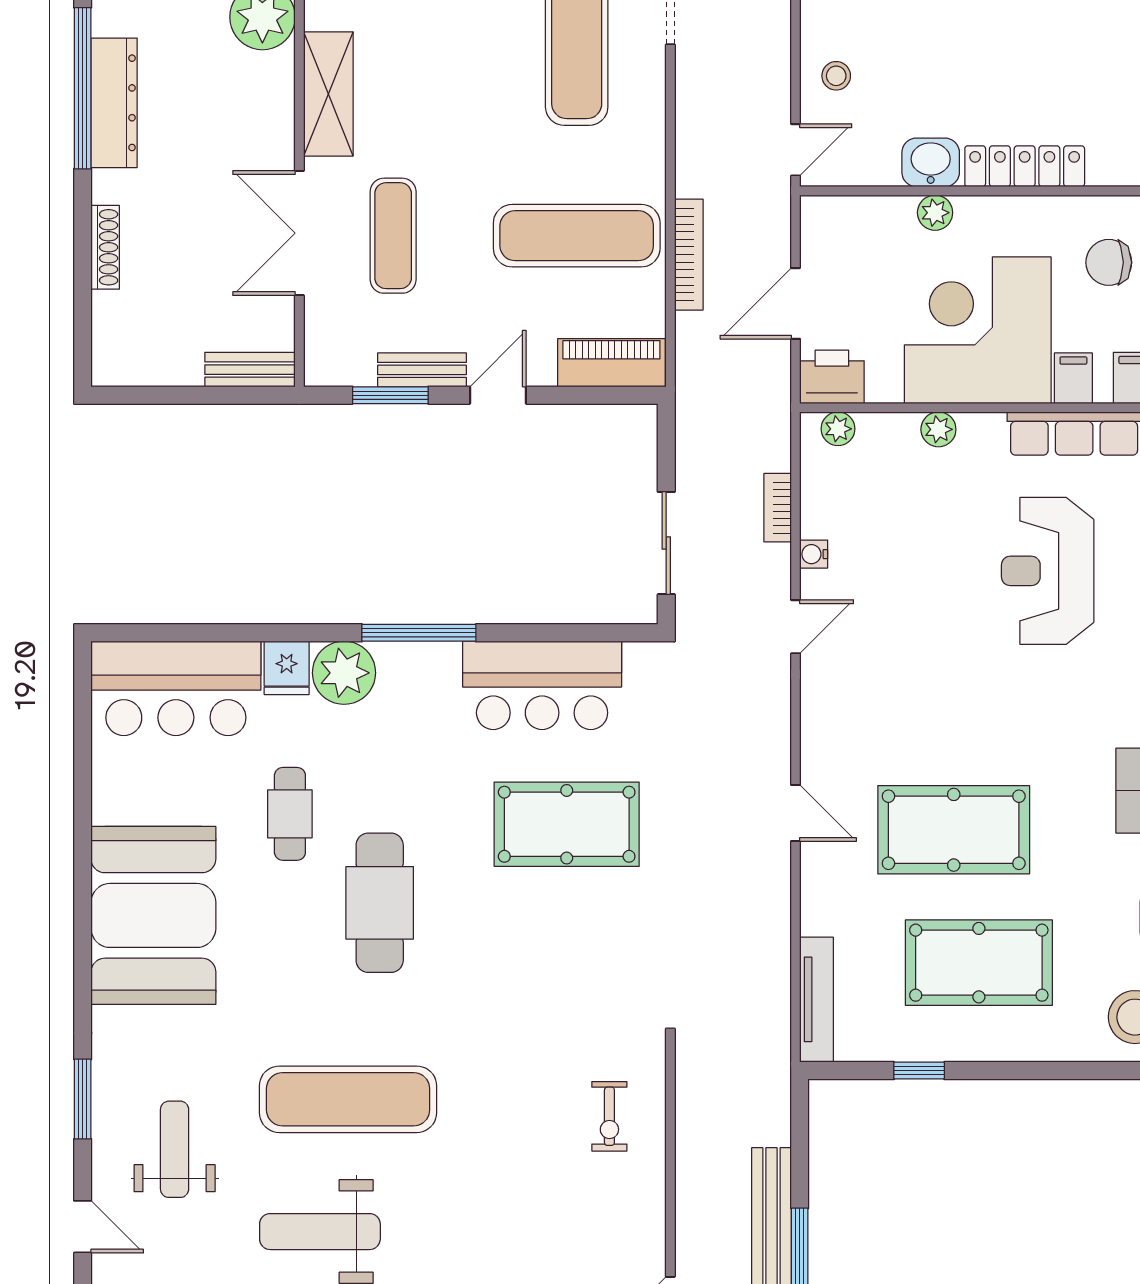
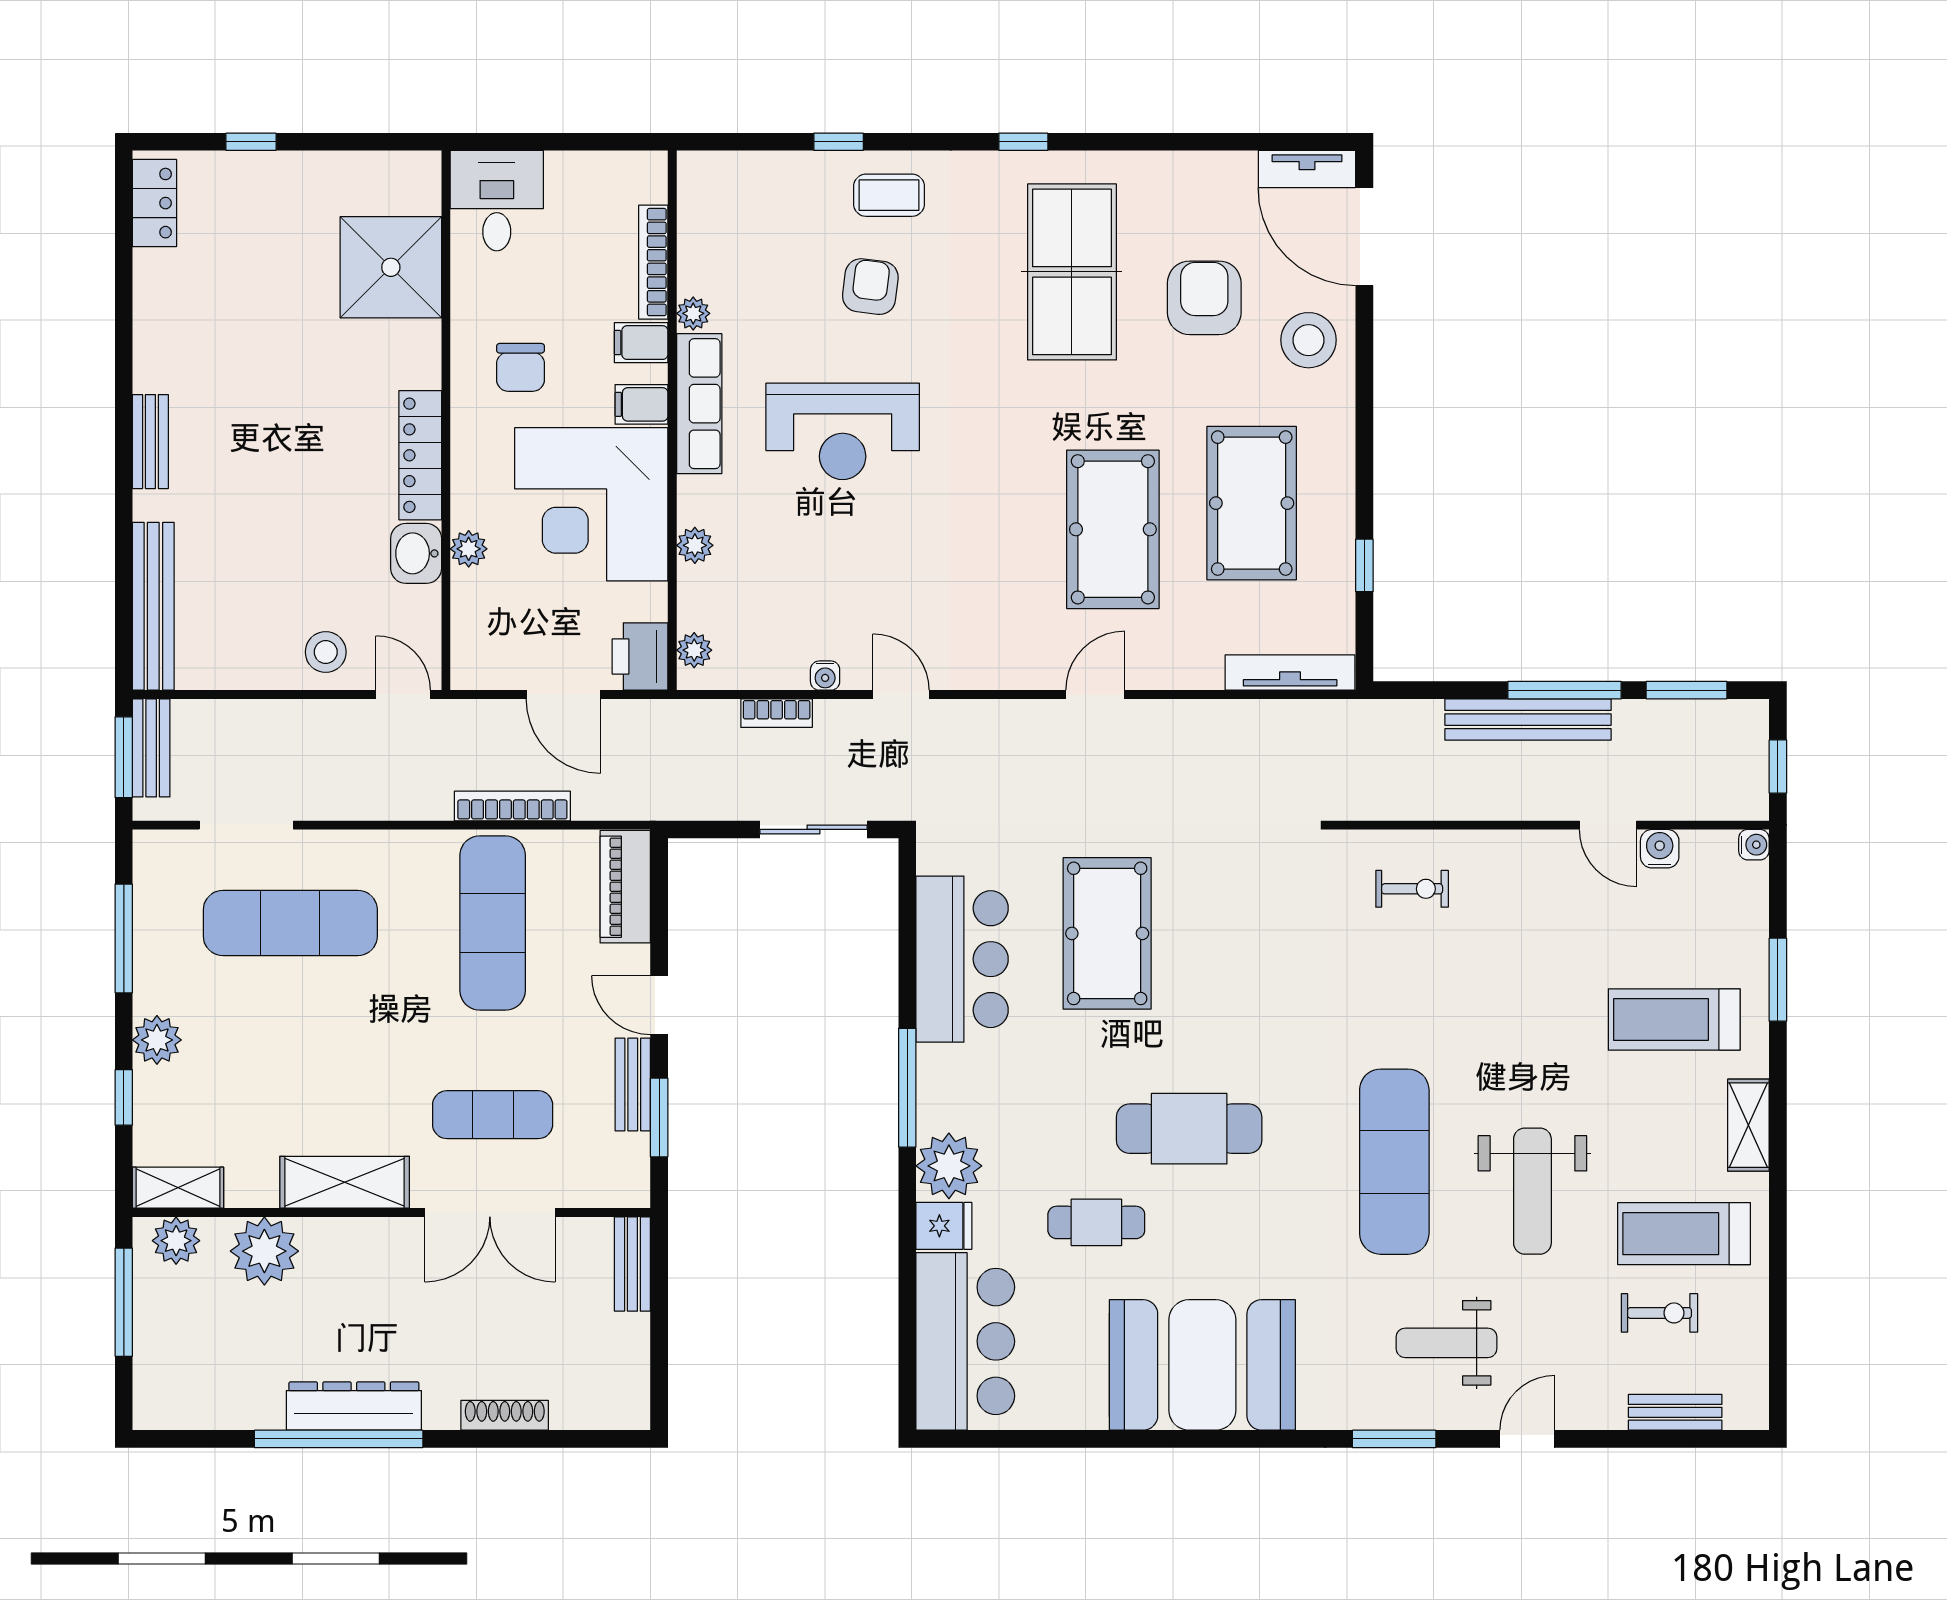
stool: (836, 76) -> (326, 652), width x1.37, depth x1.37

